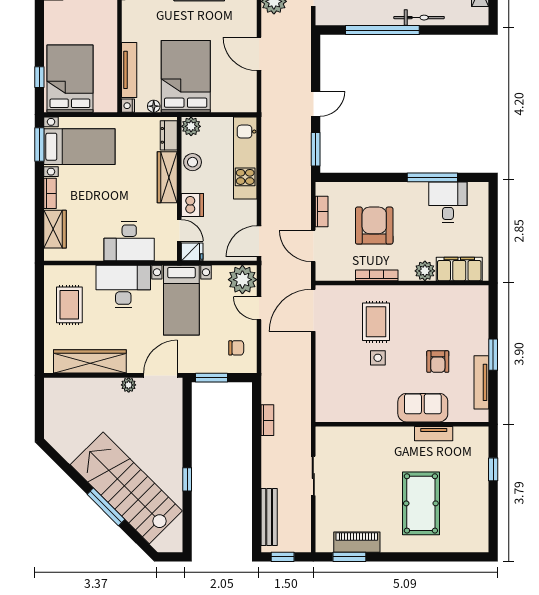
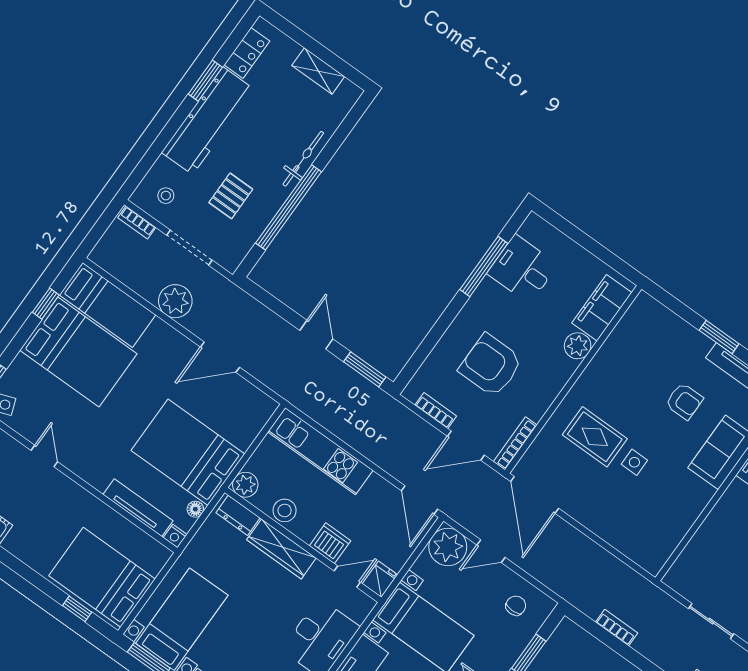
bookcase: (377, 275) -> (515, 443), moved

